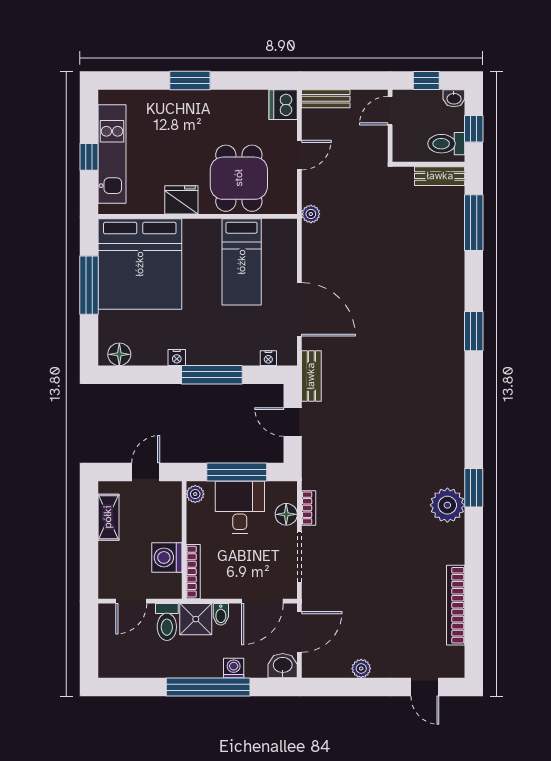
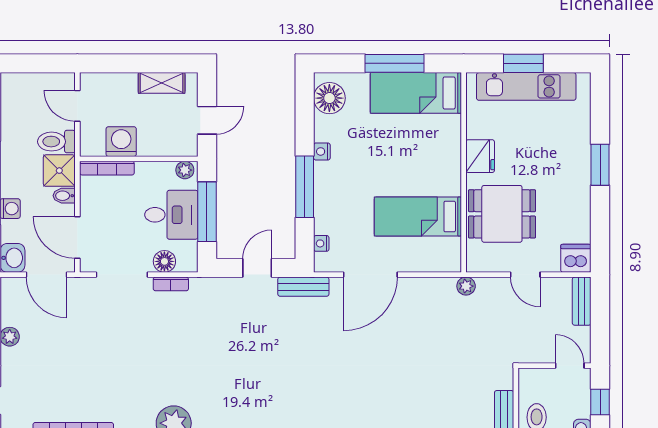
window: (89, 157) -> (523, 63), width x1.50
bed: (140, 264) -> (416, 93), width x0.49
floor lamp: (119, 354) -> (329, 98), width x1.38, depth x1.38
door: (146, 472) -> (207, 120), hinge flipped

